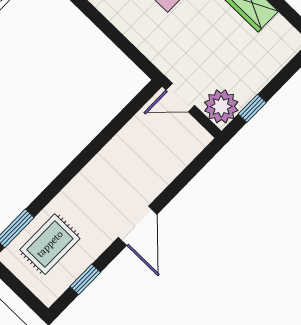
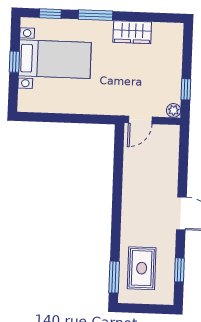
plant: (221, 106) -> (174, 110), width x0.53, depth x0.53

